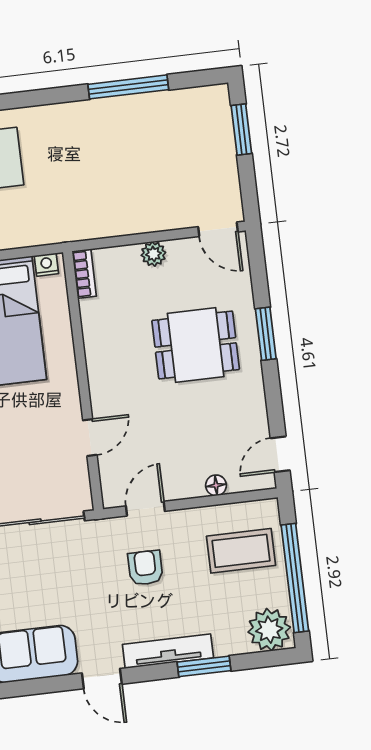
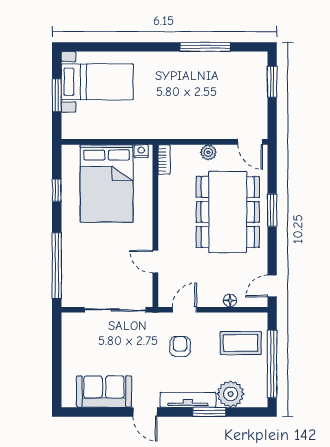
dining table: (196, 345) -> (228, 212), width x1.88, depth x1.24
door: (90, 438) -> (155, 262), swing flipped
plant: (269, 630) -> (231, 394), moved

